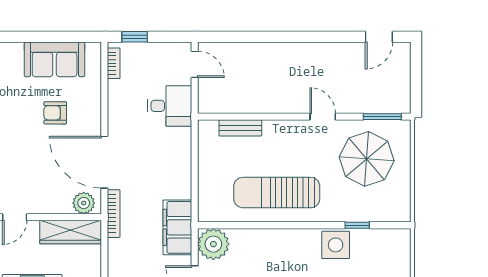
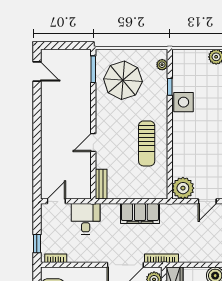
door: (323, 117) -> (93, 143), moved
bench: (240, 128) -> (101, 184), moved
sun lounger: (277, 193) -> (147, 143), width x0.73, depth x0.75
plant: (389, 214) -> (162, 65), added
filing cabinet: (177, 227) -> (140, 214), moved

